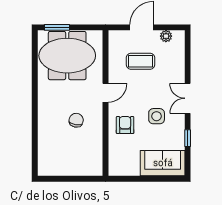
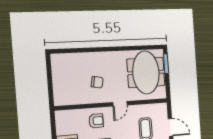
door: (106, 93) -> (120, 104), hinge flipped

